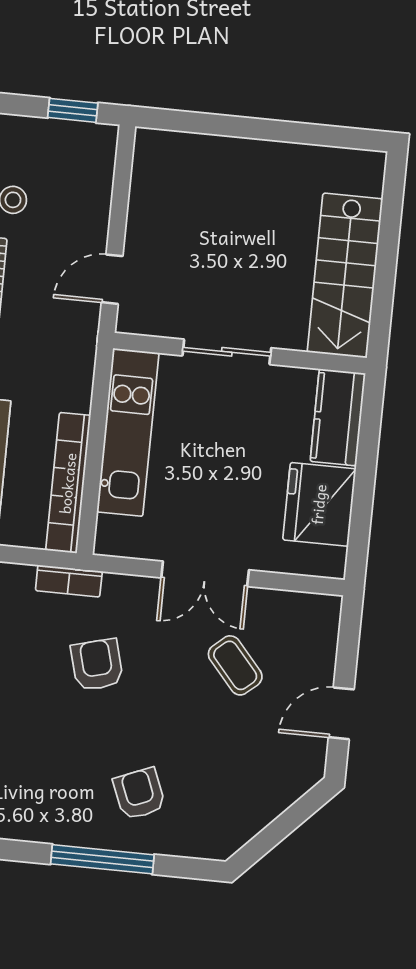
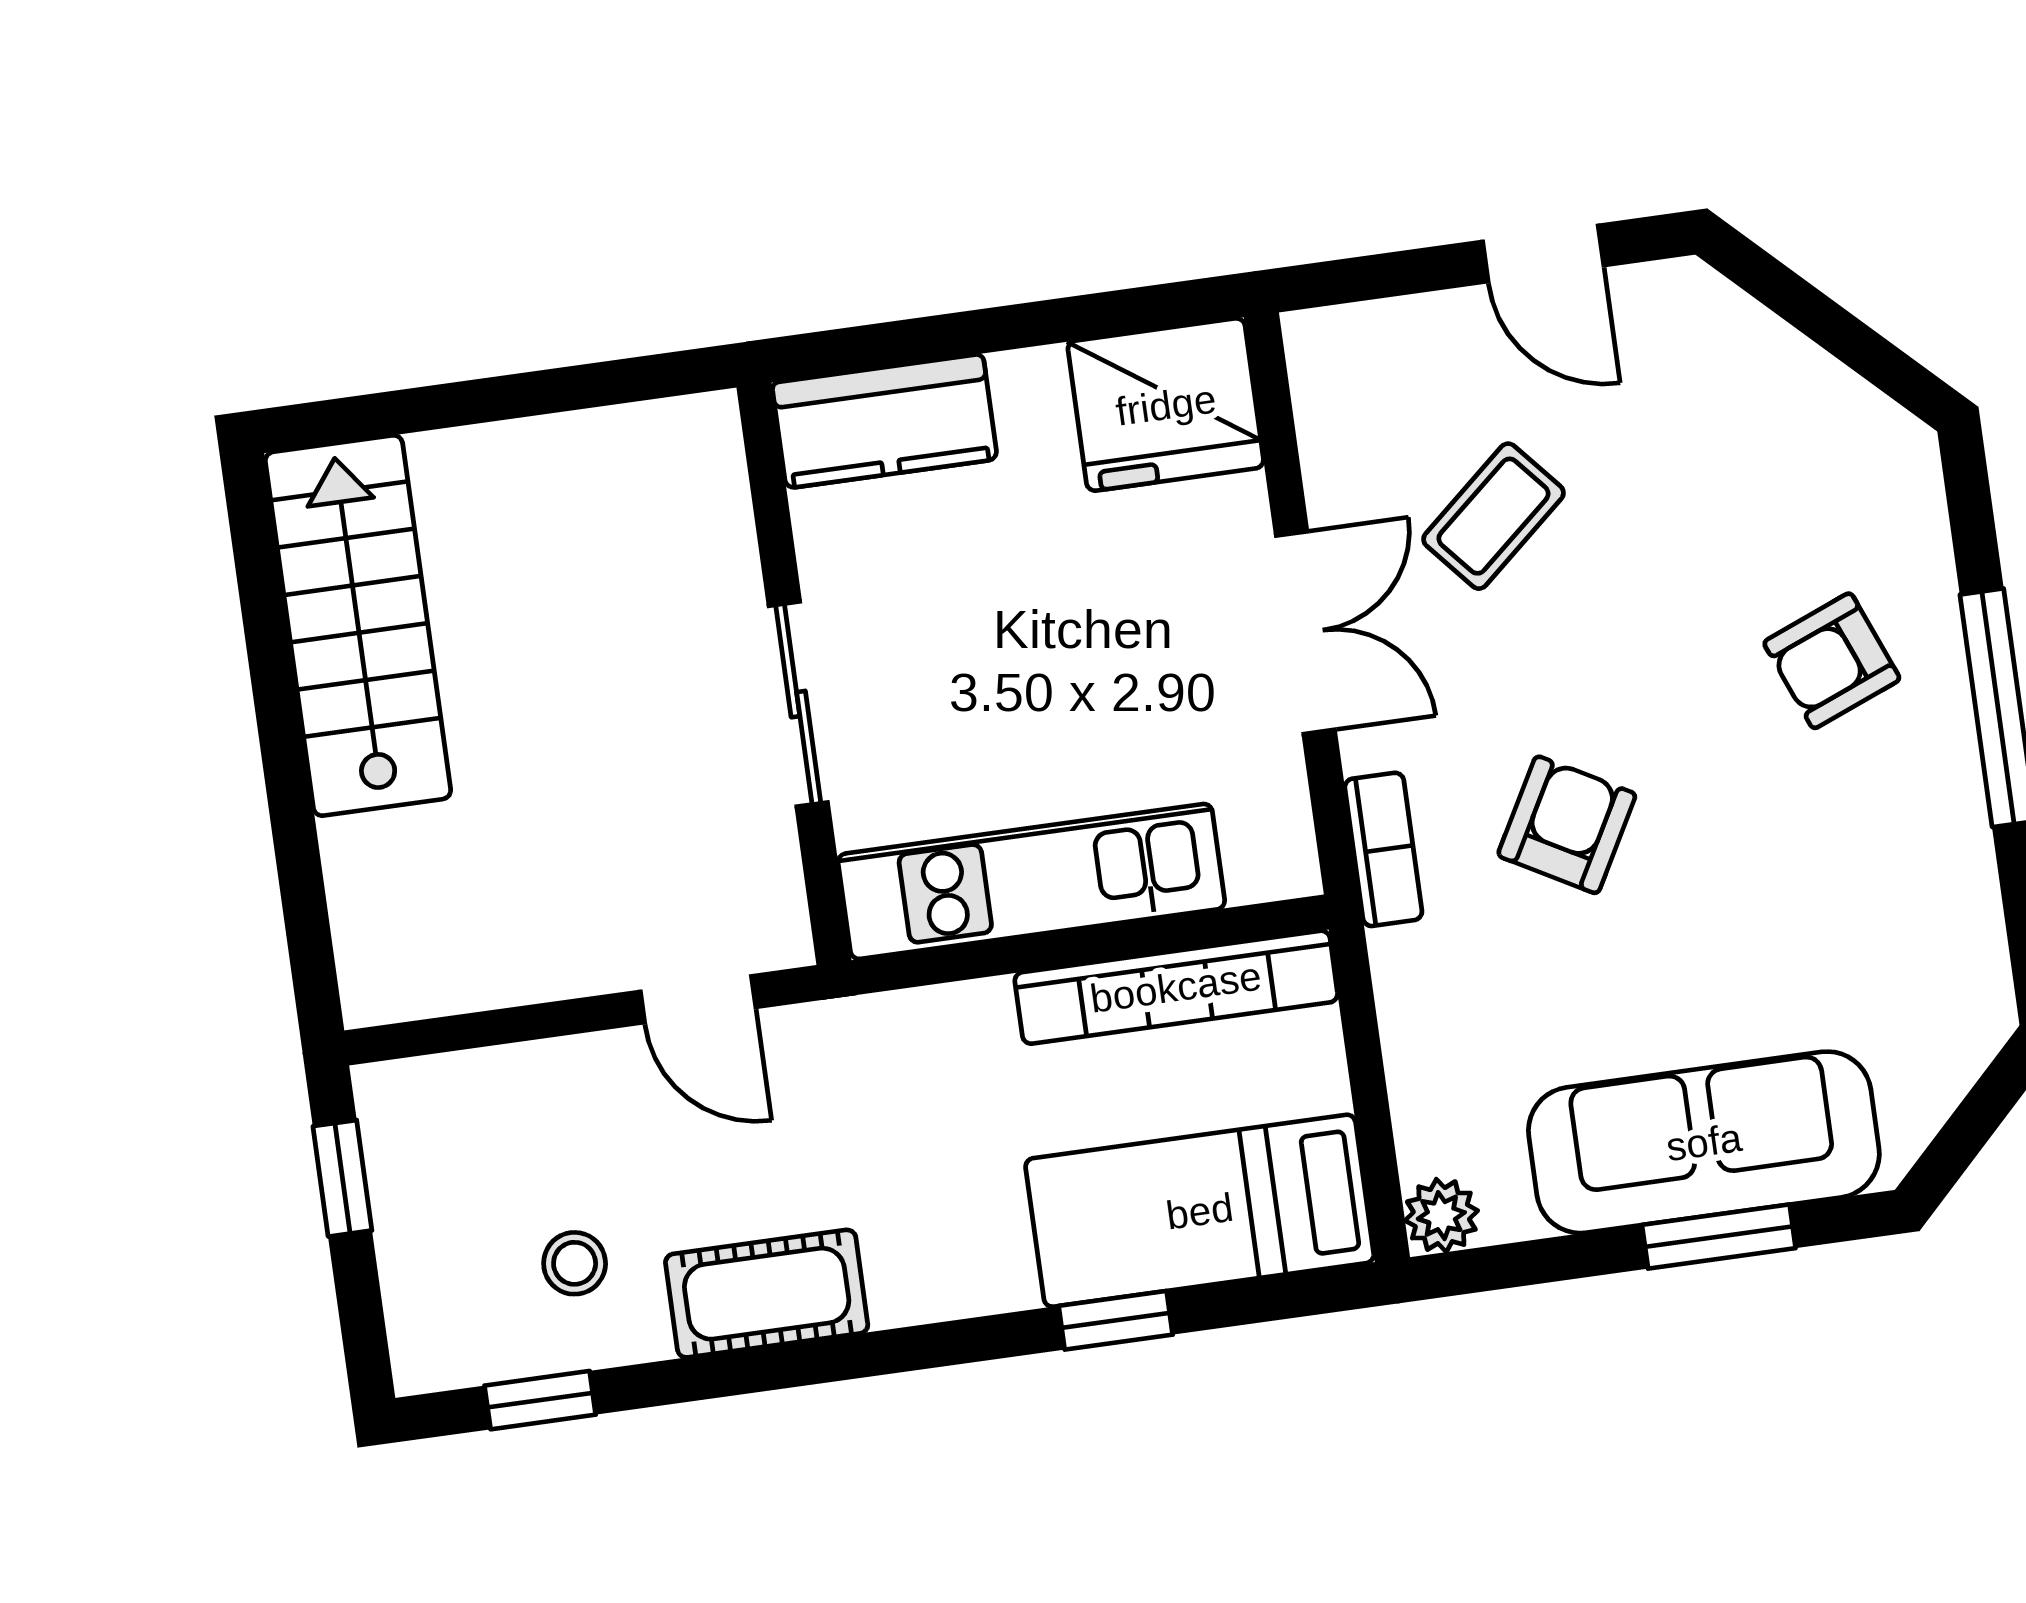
stairs: (345, 276) -> (358, 625), moved, turned -90
fridge: (319, 504) -> (1166, 405), moved
bookcase: (69, 581) -> (1383, 849), moved
armchair: (97, 665) -> (1567, 825), turned 134

